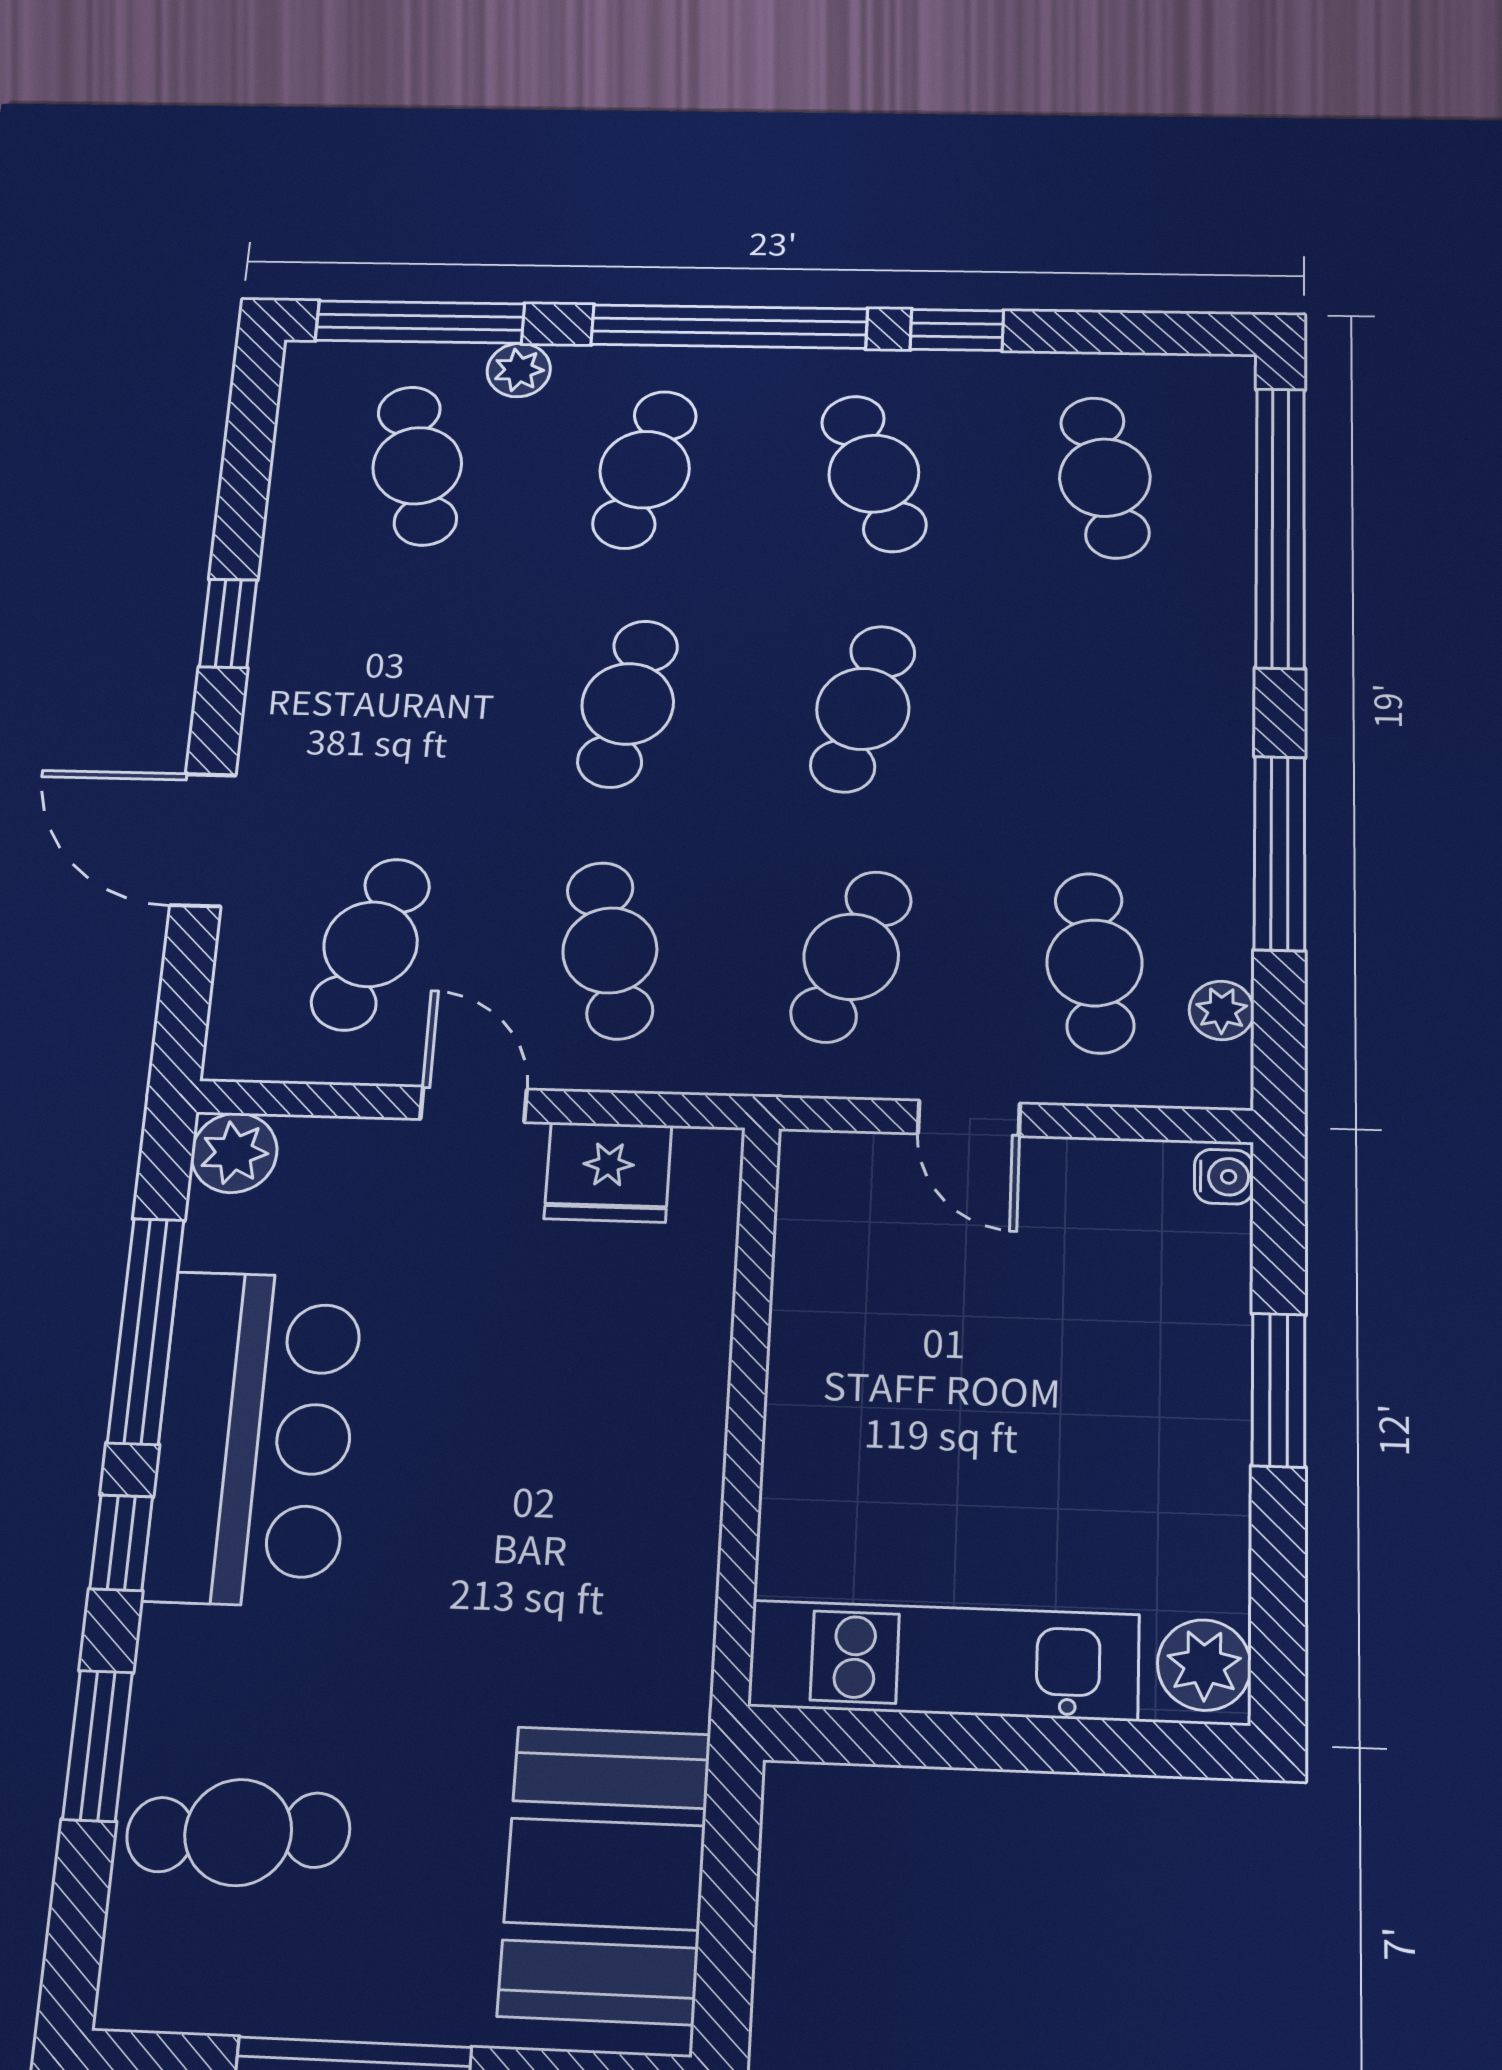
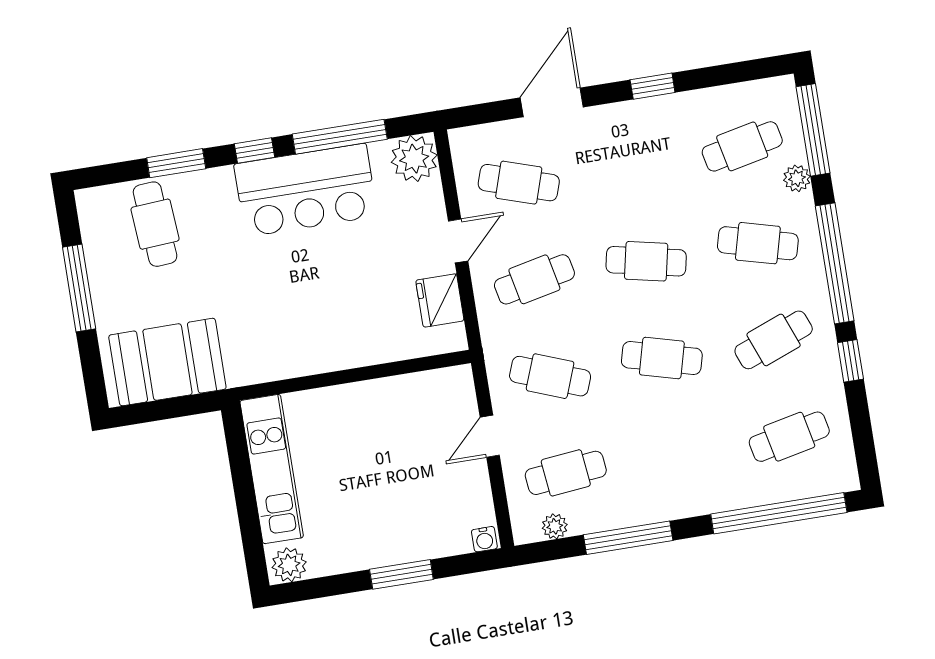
plant: (234, 1153) -> (414, 159), width x1.36, depth x1.36

